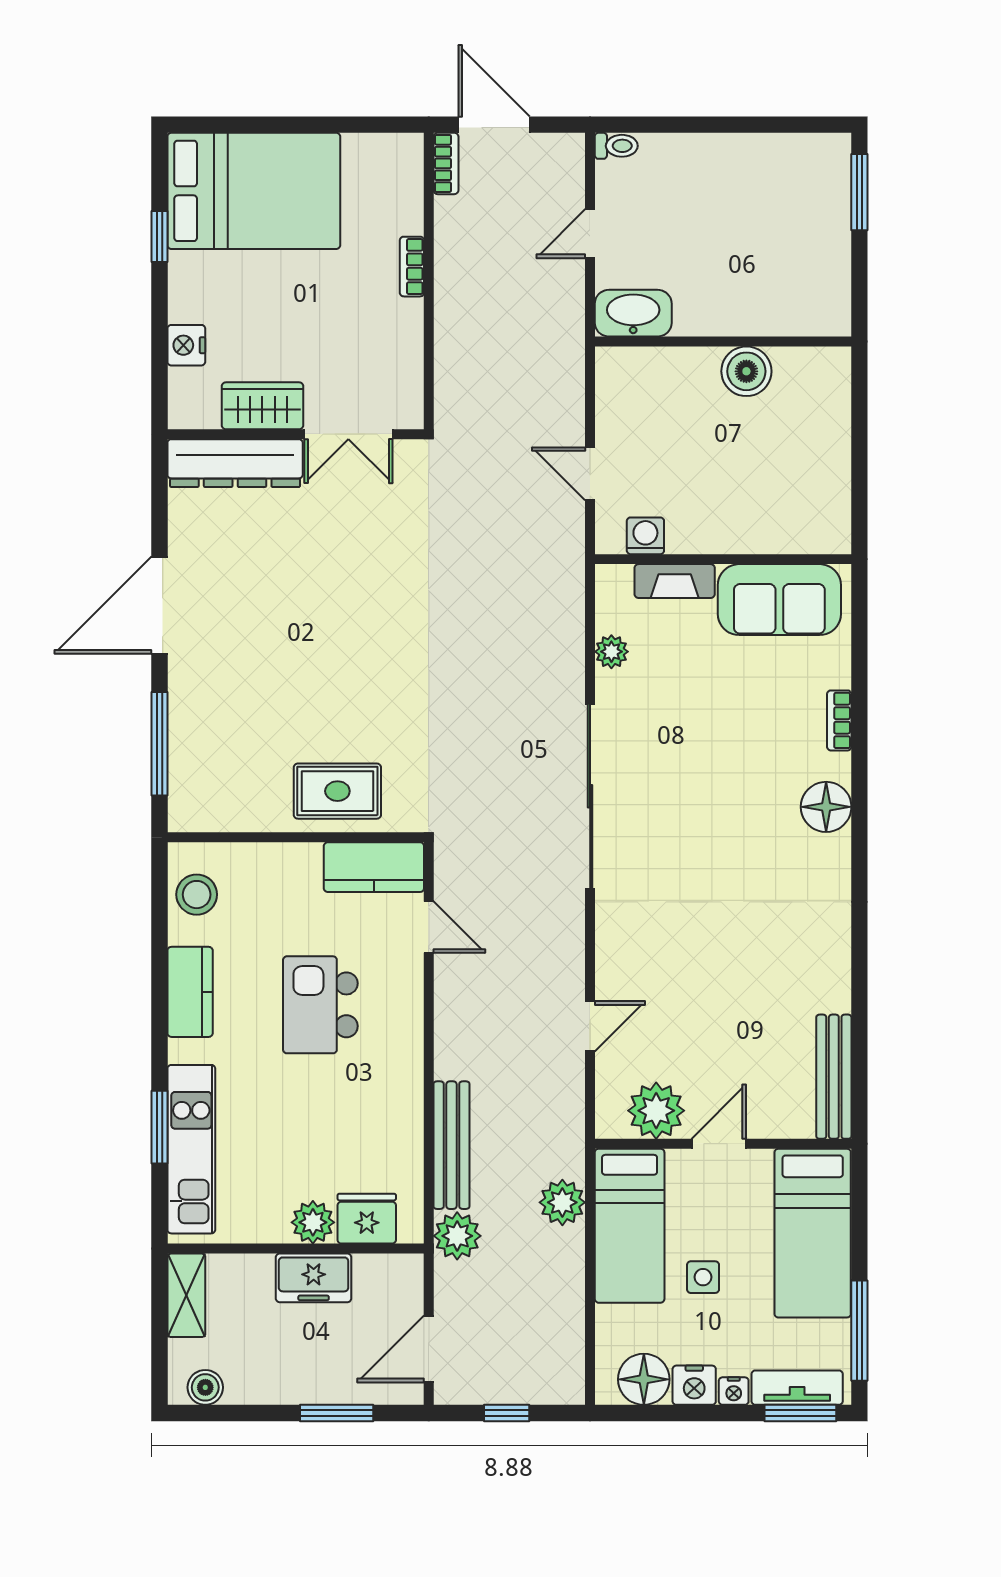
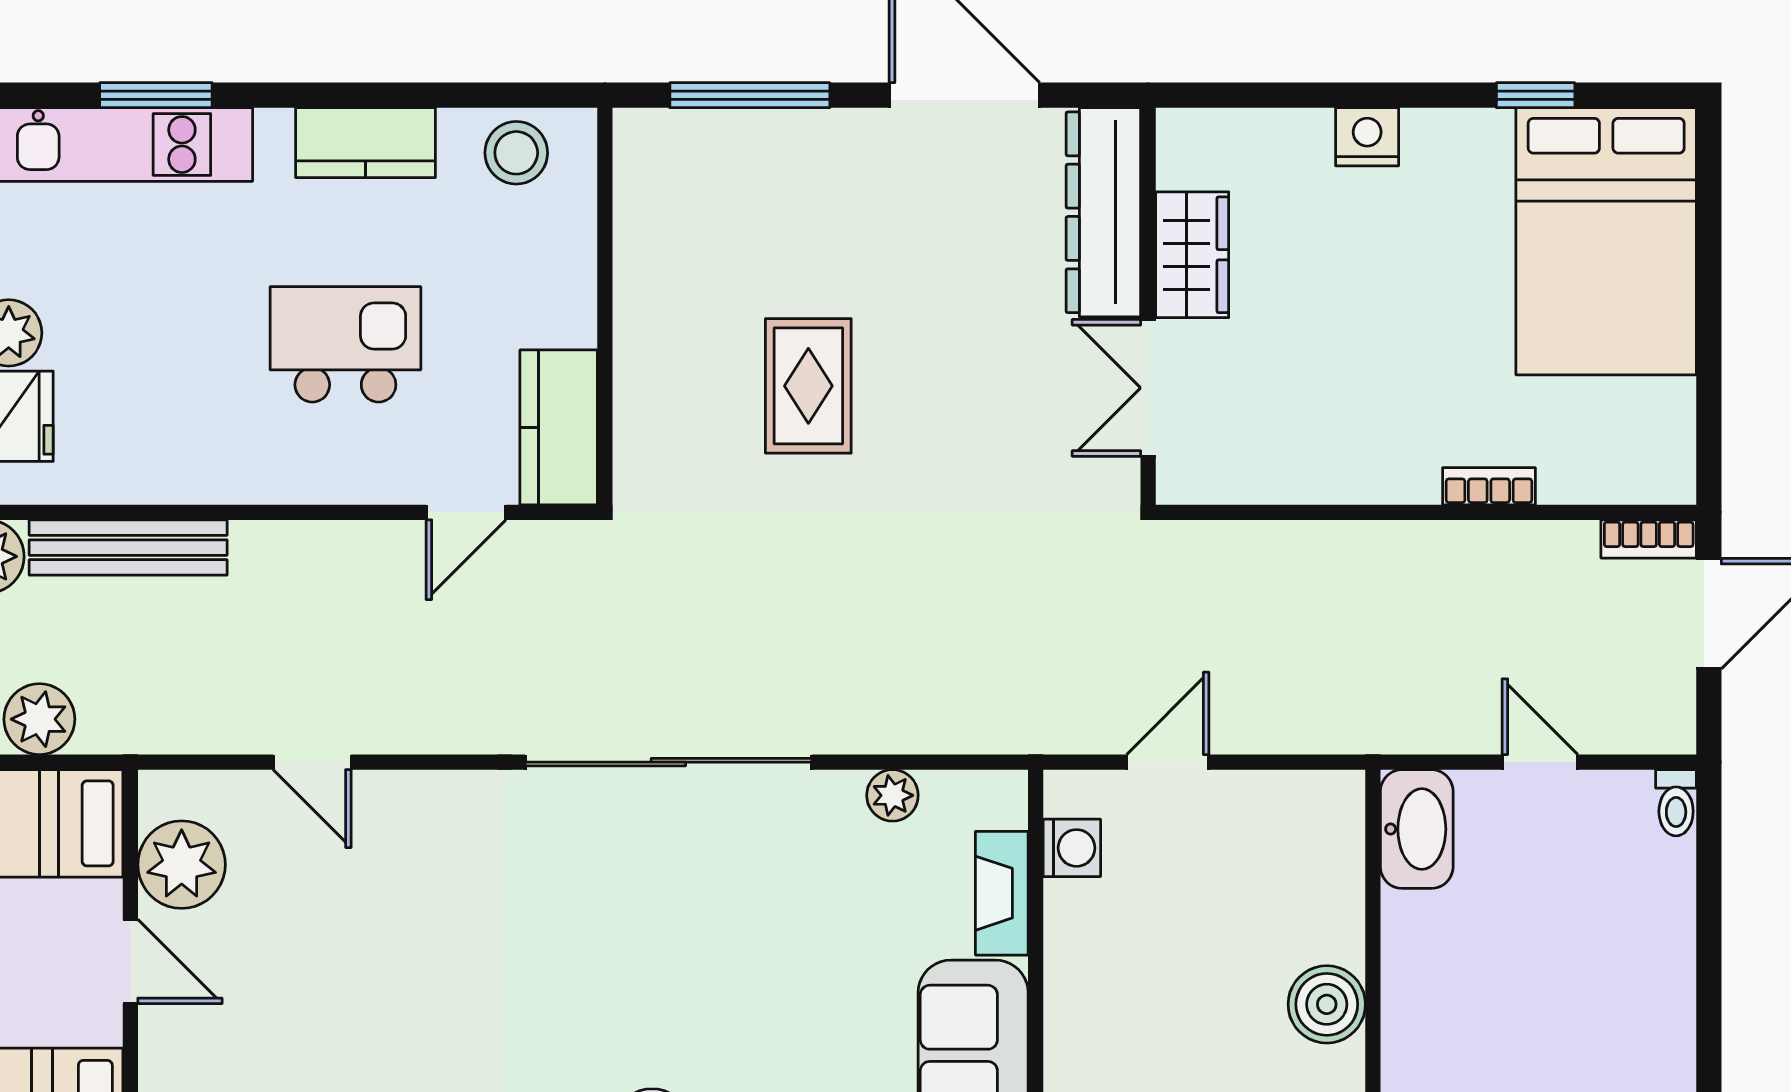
wardrobe: (262, 406) -> (1192, 255), moved
wall: (296, 434) -> (1148, 306), moved
double door: (348, 434) -> (1148, 388), moved
dresser: (235, 463) -> (1103, 212), moved
rug: (337, 791) -> (808, 386), moved

